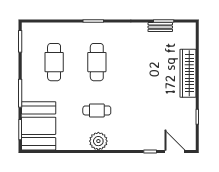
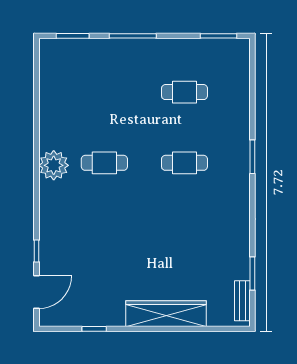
bench: (160, 27) -> (242, 301), moved
cafe table: (54, 62) -> (184, 92), width x0.73, depth x0.74
cafe table: (97, 62) -> (184, 163), width x0.73, depth x0.74
cafe table: (97, 110) -> (104, 163), turned 90
booth: (39, 126) -> (79, 66), removed

